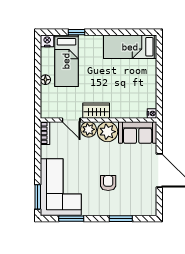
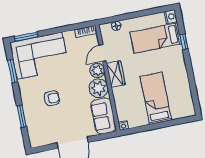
bed: (130, 47) -> (156, 98), moved
floor lamp: (45, 80) -> (116, 26), moved

